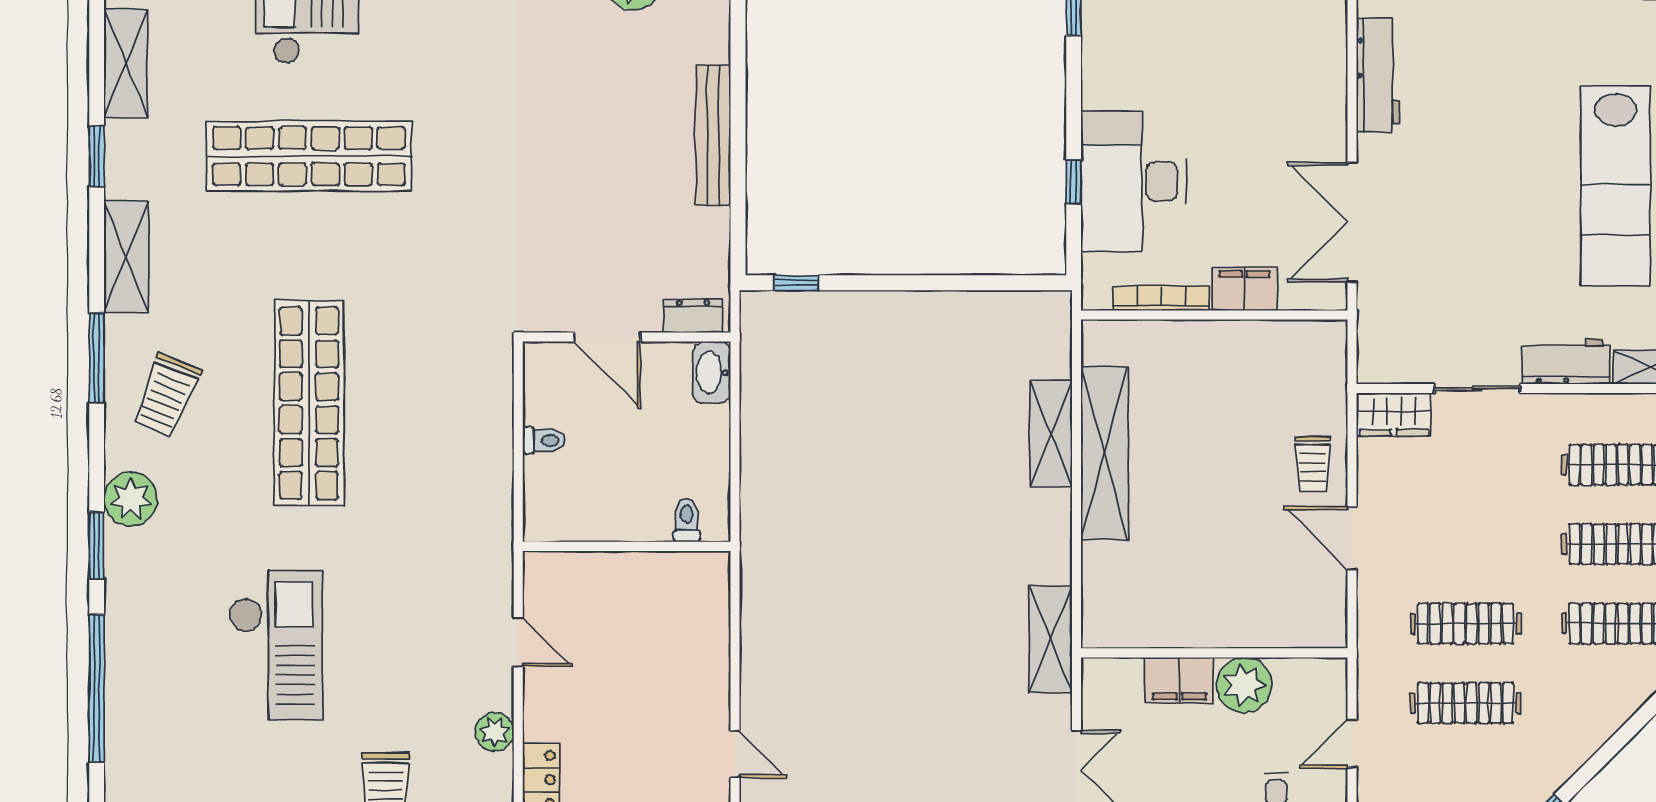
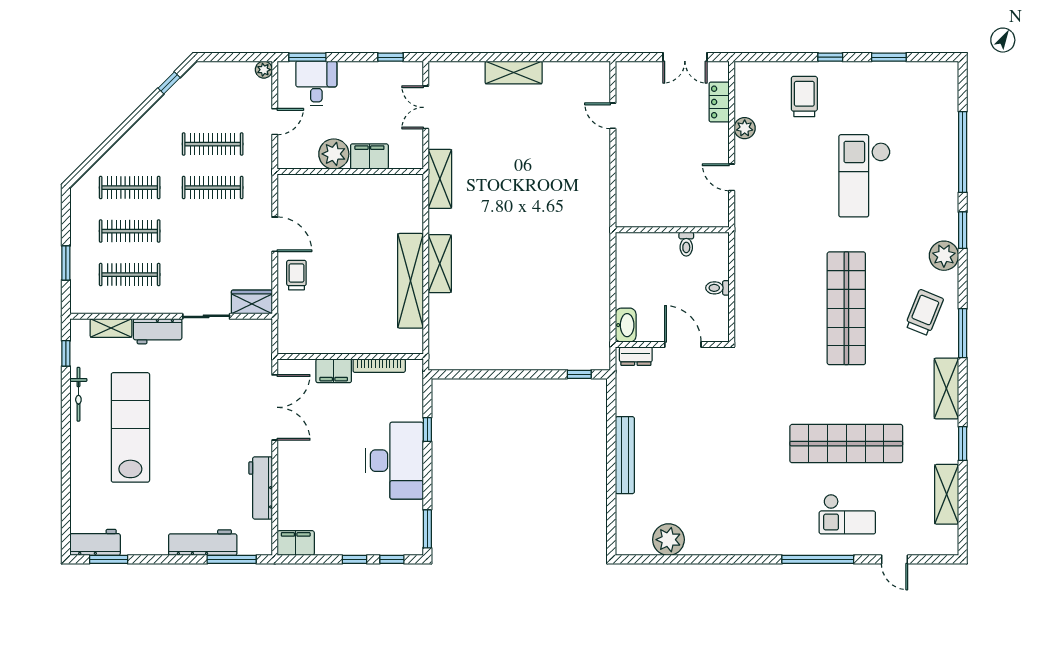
desk: (1133, 182) -> (395, 461), moved
shelving: (1051, 434) -> (440, 264), moved
toilet: (687, 520) -> (686, 244), moved

